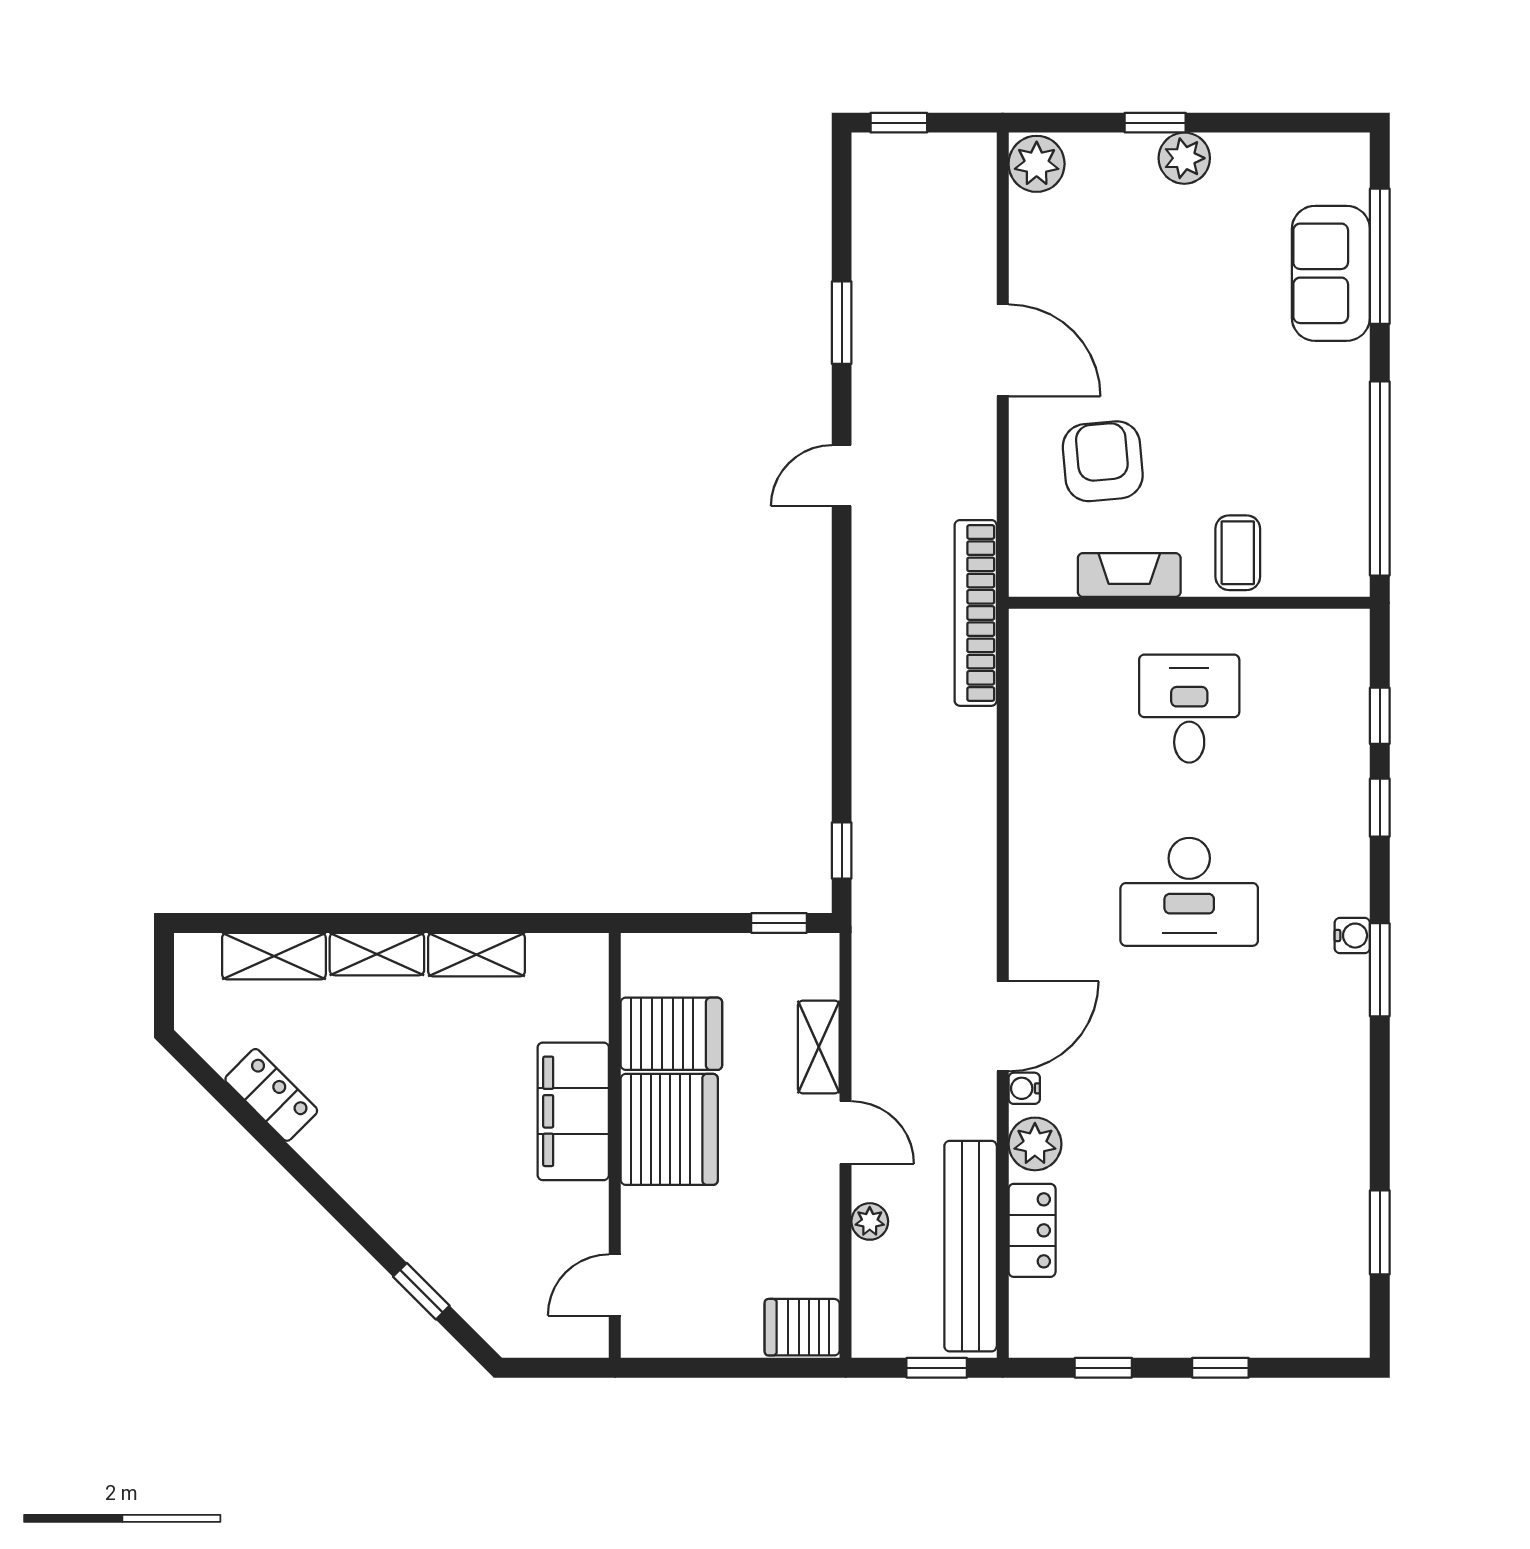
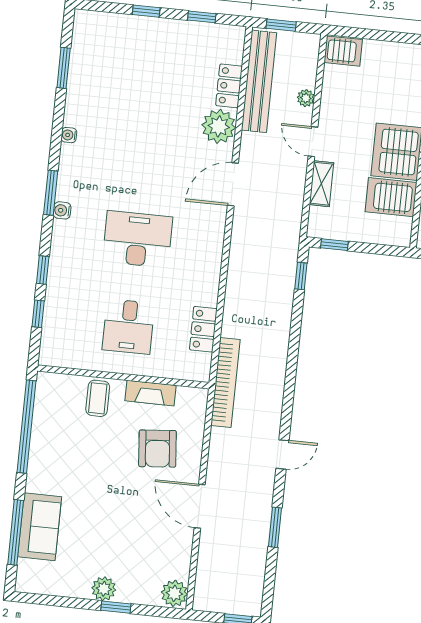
locker: (1033, 719) -> (203, 329), added
water cooler: (1024, 1088) -> (69, 135), moved, turned 180
plant: (1035, 1144) -> (219, 126), width x1.36, depth x1.36

